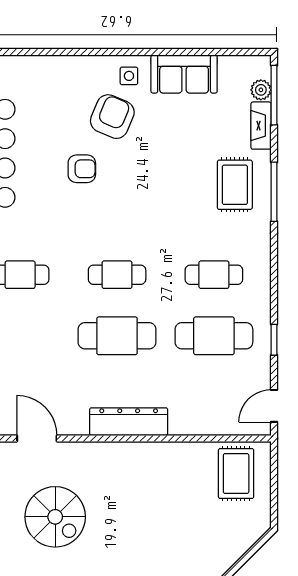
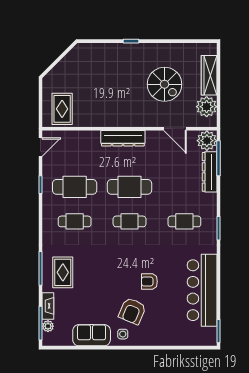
spiral stairs: (55, 517) -> (165, 84), turned 180

